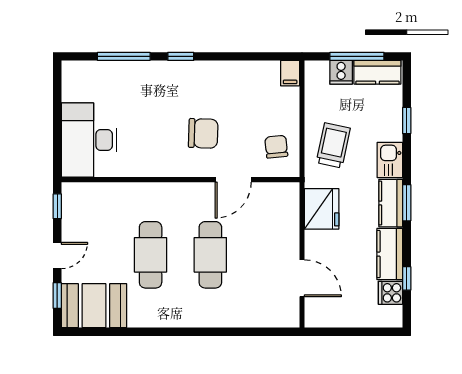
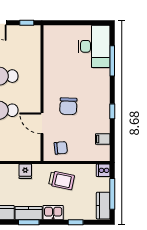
window: (181, 56) -> (112, 111), moved
cooker: (341, 72) -> (103, 170), moved
filing cabinet: (290, 73) -> (103, 139), moved
desk: (89, 140) -> (94, 46), moved, turned 90
fridge: (322, 209) -> (25, 171), width x0.53, depth x0.75

